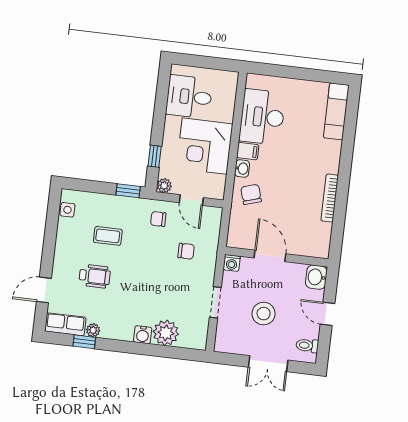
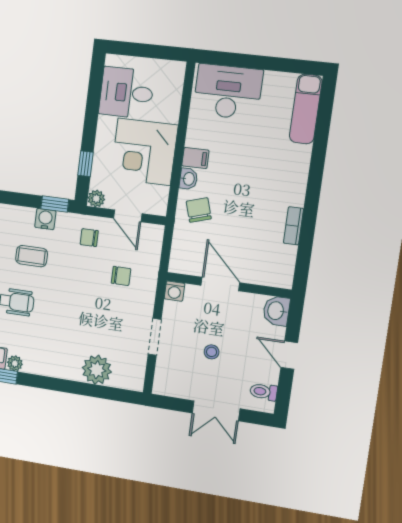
desk: (262, 117) -> (228, 92), moved, turned 90
bookcase: (330, 198) -> (293, 226), width x0.64
stool: (264, 314) -> (212, 352), width x0.53, depth x0.53
water cooler: (143, 335) -> (45, 219), moved, turned 180

